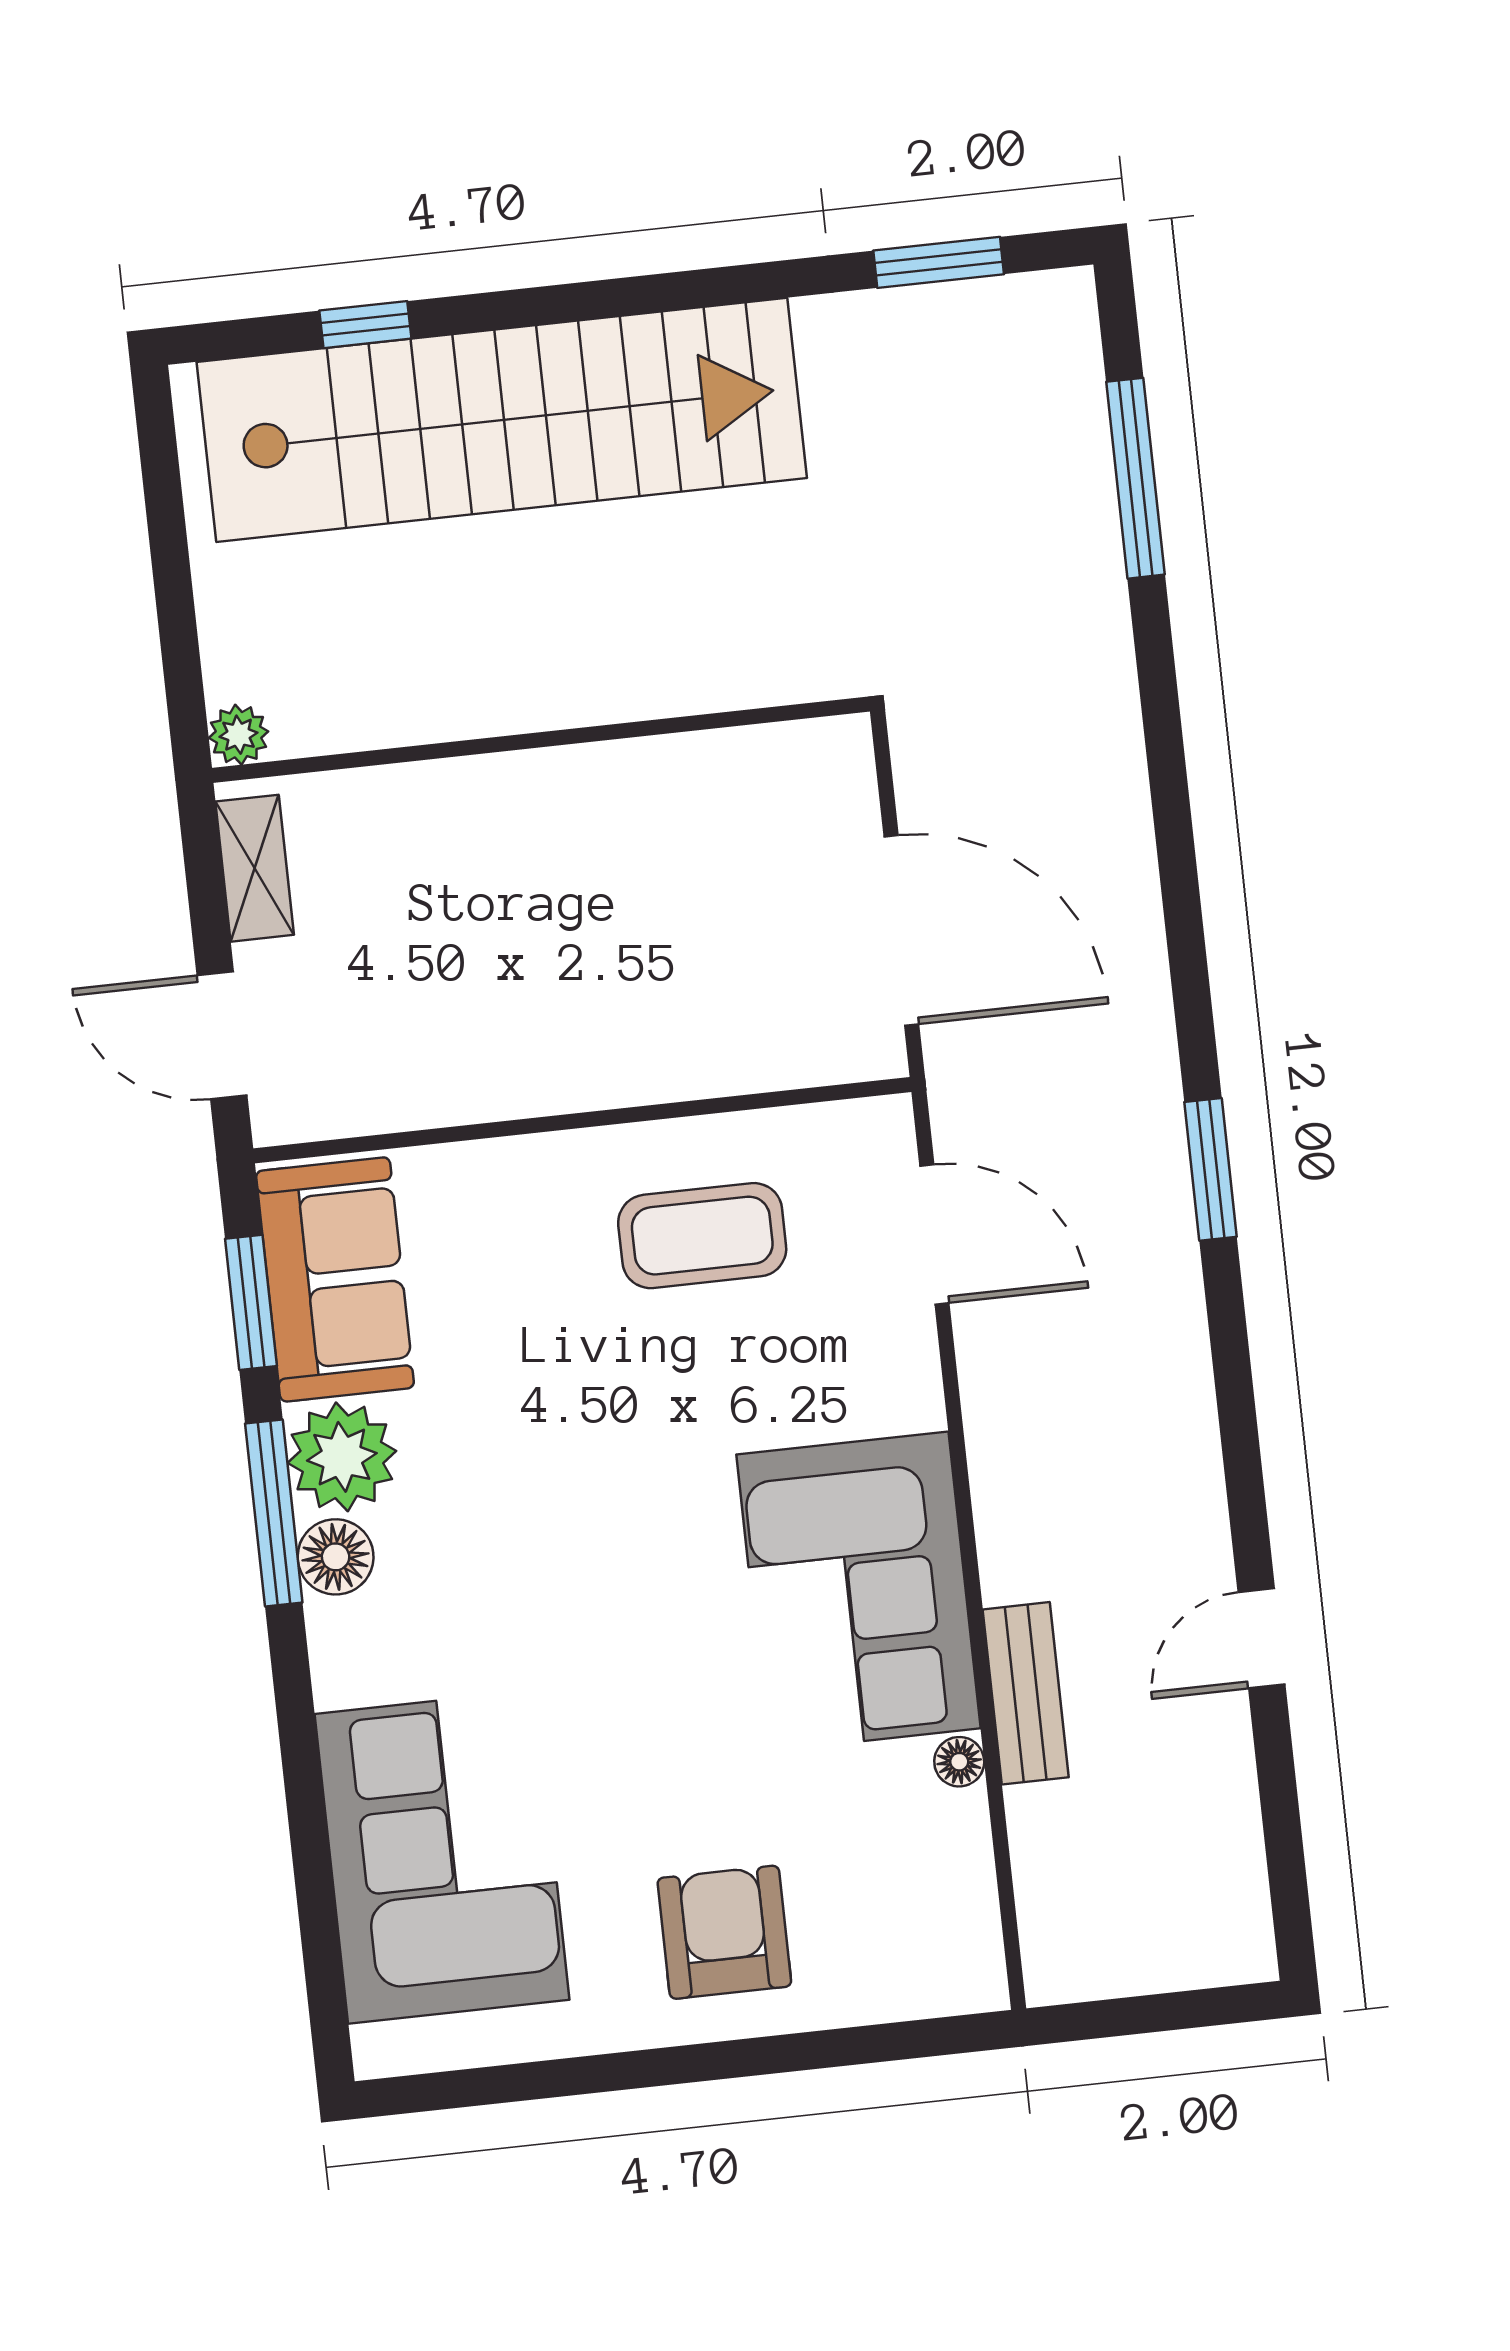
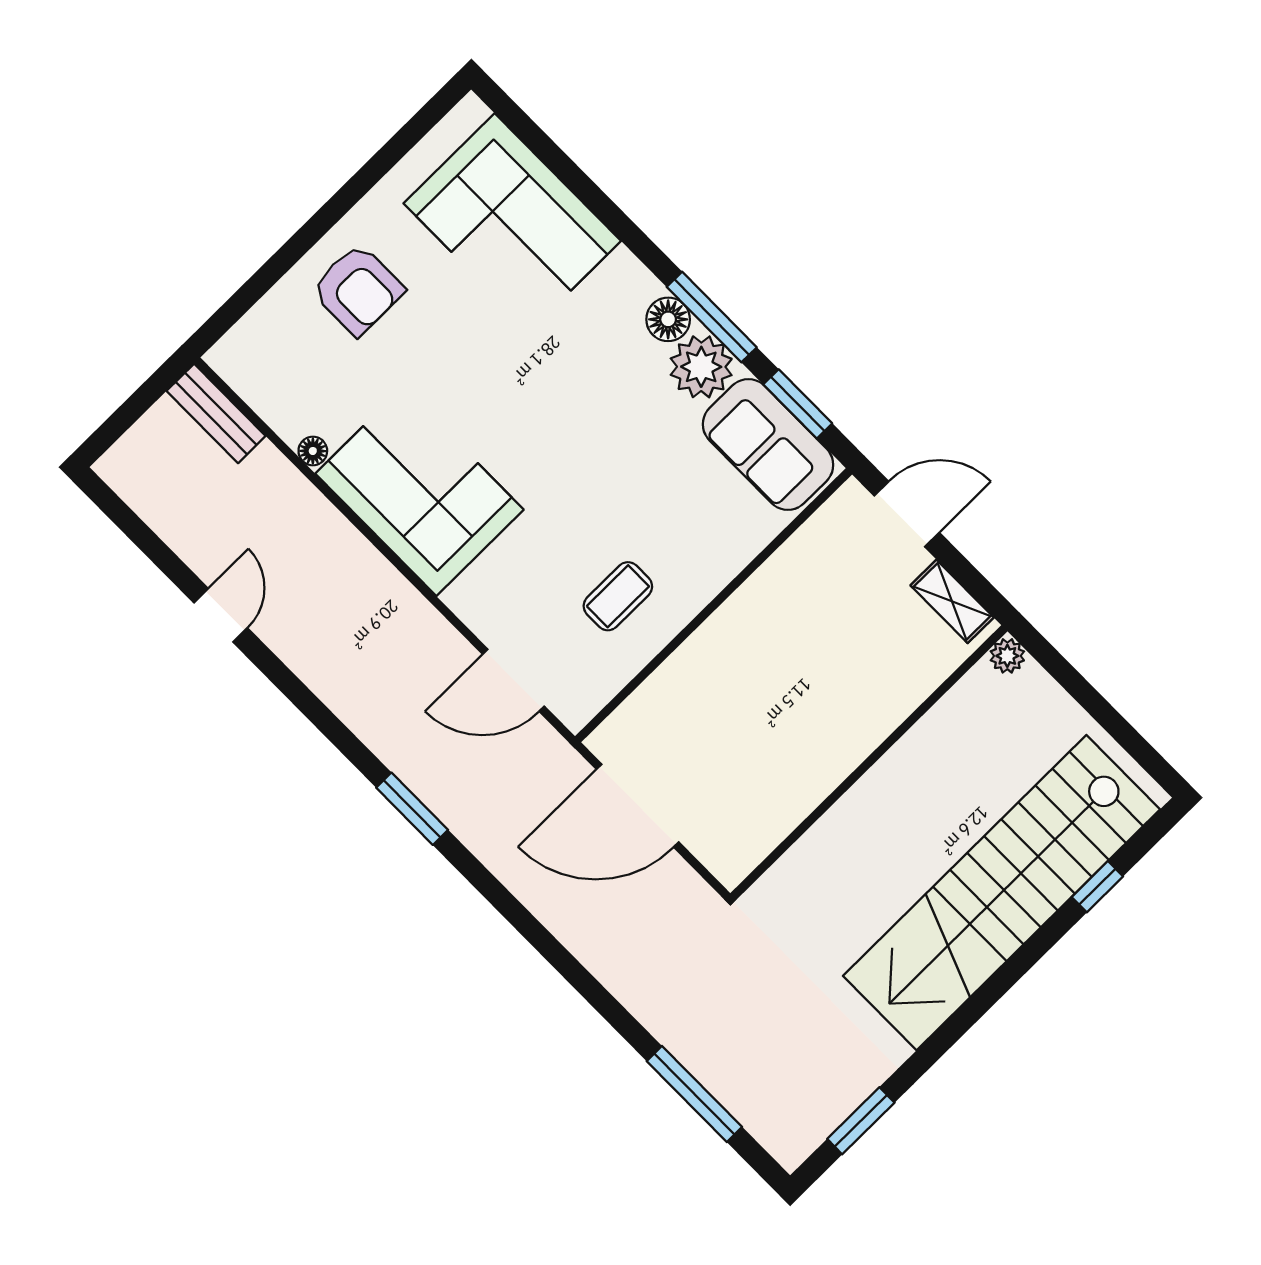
coffee table: (702, 1236) -> (618, 596), width x0.73, depth x0.77
bench: (1026, 1693) -> (216, 413), moved

